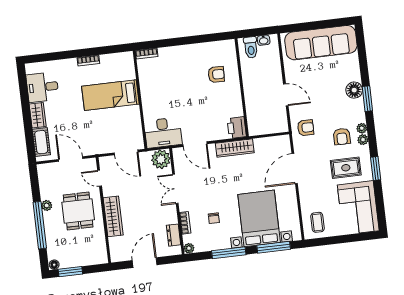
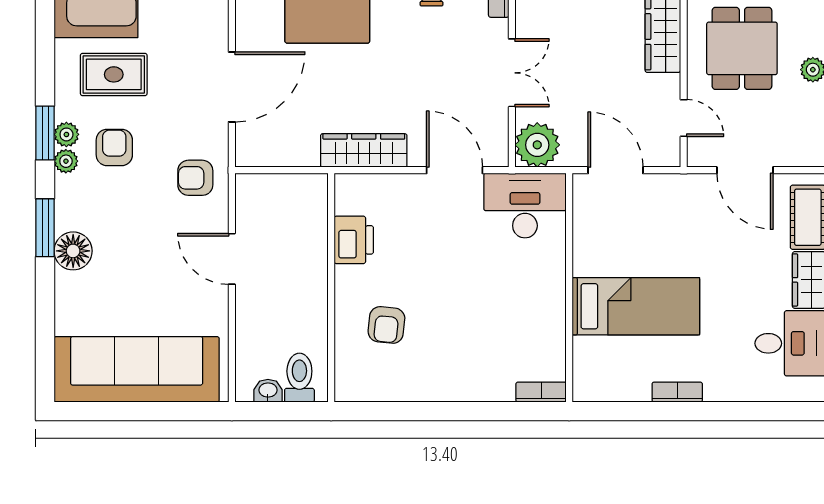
armchair: (216, 74) -> (386, 325), turned -86
printer: (237, 128) -> (354, 240), moved
window: (376, 168) -> (45, 133), moved

